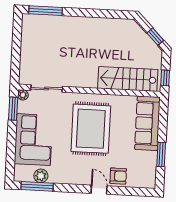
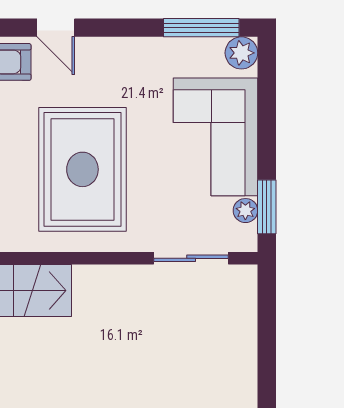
plant: (23, 95) -> (245, 211), moved
plant: (41, 176) -> (241, 53), moved

